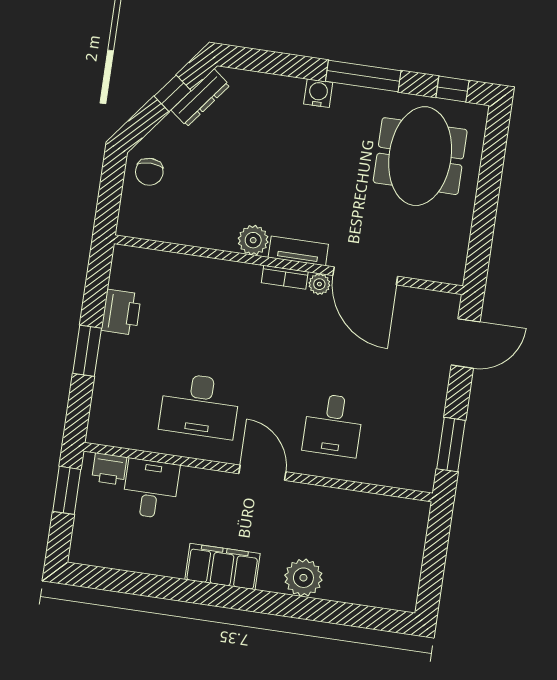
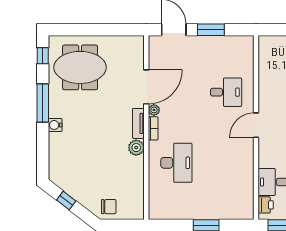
dresser: (200, 98) -> (66, 186), removed
printer: (121, 312) -> (184, 211), removed
desk: (200, 406) -> (176, 163), moved
window: (451, 445) -> (211, 30), moved

